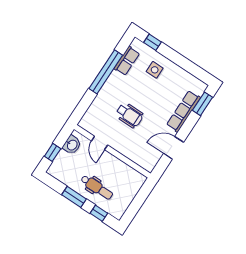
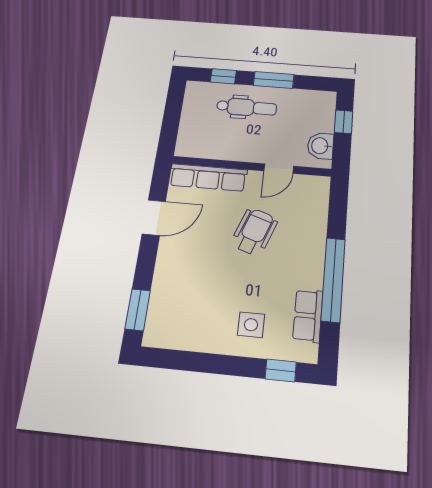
row of seats: (184, 111) -> (208, 177), moved, turned 90
wheelchair: (129, 115) -> (254, 232), turned 109
door: (100, 143) -> (279, 169), swing flipped
dental chair: (97, 187) -> (247, 107), turned 180

